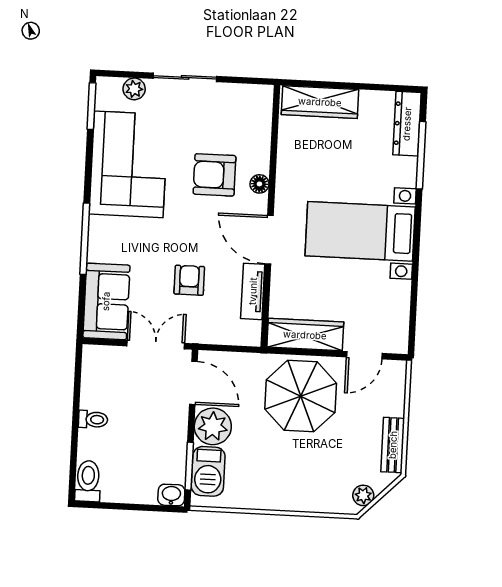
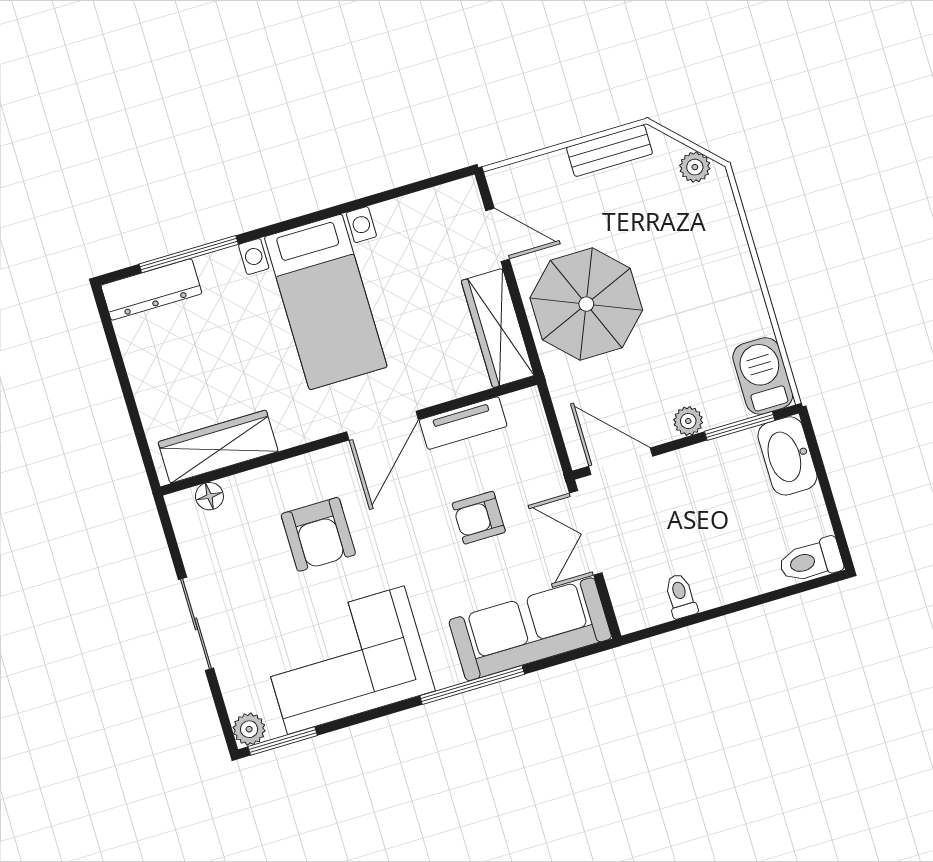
plant: (134, 89) -> (249, 729), moved
wardrobe: (320, 102) -> (218, 447), moved, turned -90
floor lamp: (259, 184) -> (209, 496), moved
sofa: (106, 301) -> (530, 629), width x1.36
door: (193, 383) -> (621, 461), hinge flipped
toilet: (93, 419) -> (681, 596), moved
plant: (213, 426) -> (688, 421), width x0.53, depth x0.53
barbecue: (208, 471) -> (763, 376), moved, turned -90
washbasin: (171, 495) -> (787, 456), width x1.91, depth x1.45

